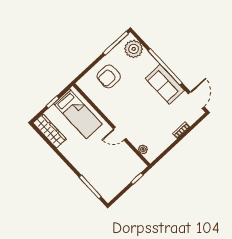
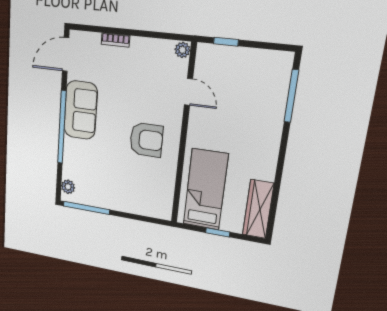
plant: (134, 49) -> (68, 187), width x0.53, depth x0.53
armchair: (109, 76) -> (146, 140), moved
door: (120, 134) -> (189, 92), moved
plant: (143, 149) -> (182, 50), moved

